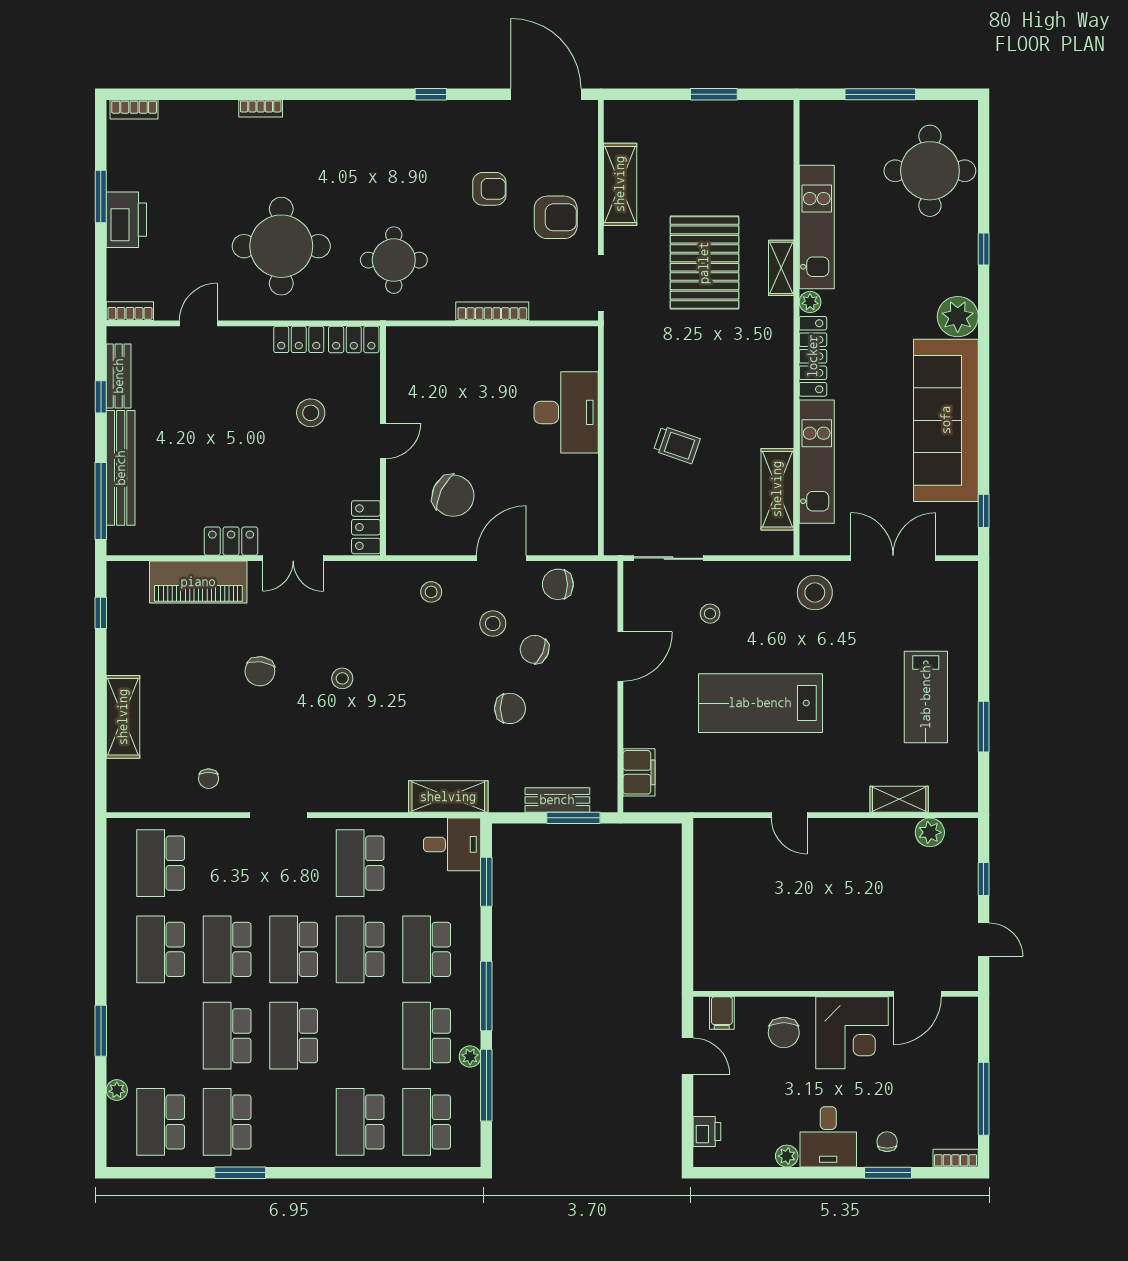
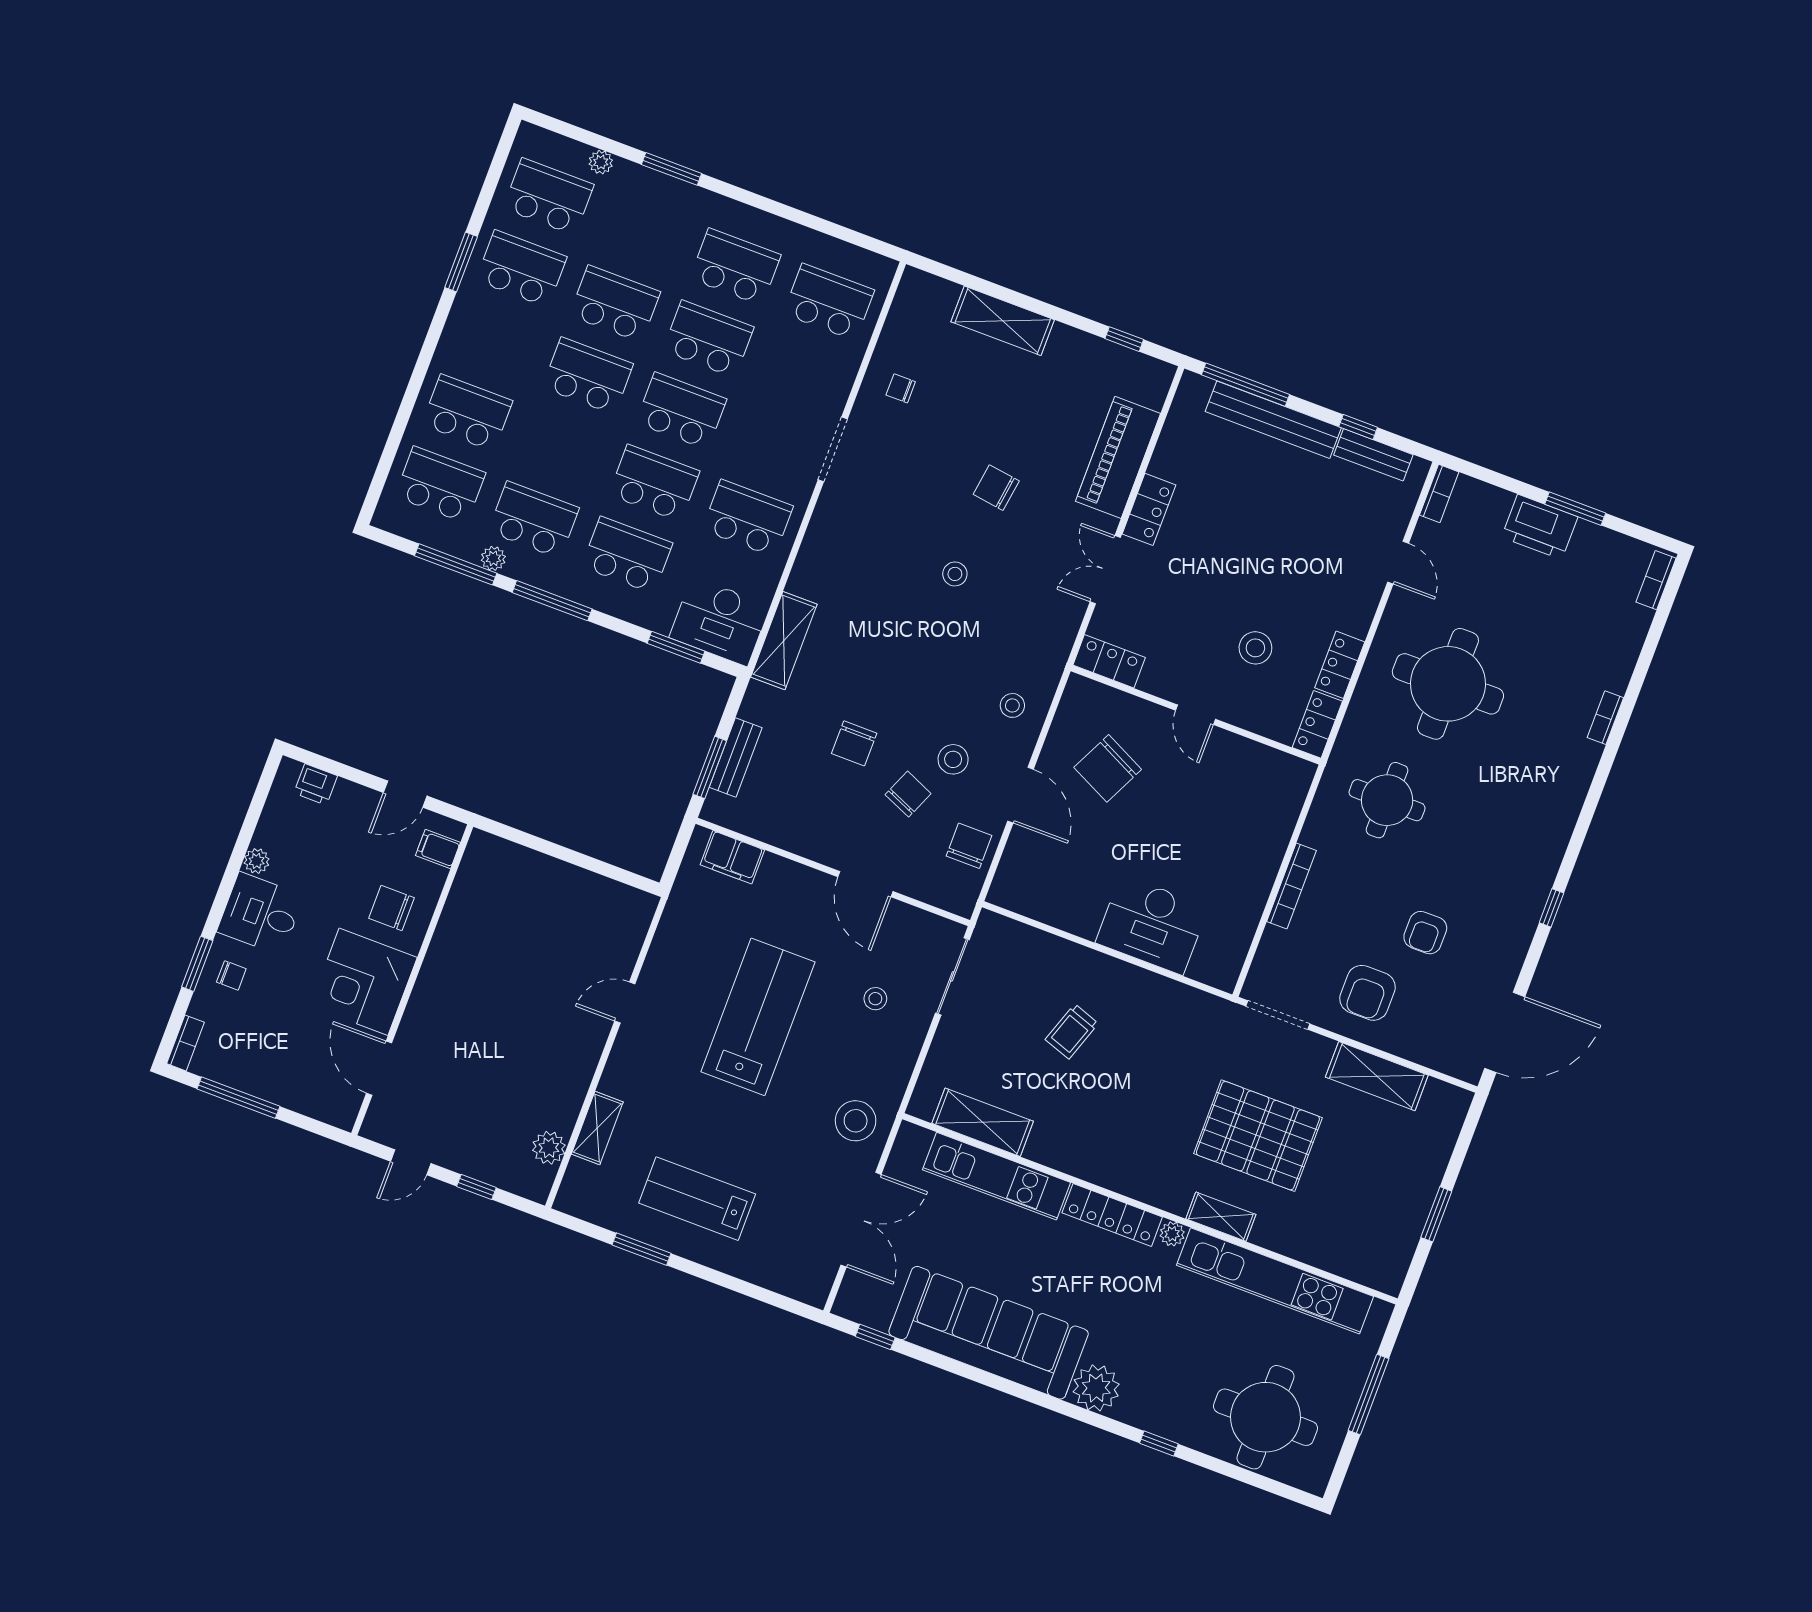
kitchen unit: (817, 227) -> (1275, 1281), width x1.36
desk: (452, 844) -> (720, 621), width x1.37

